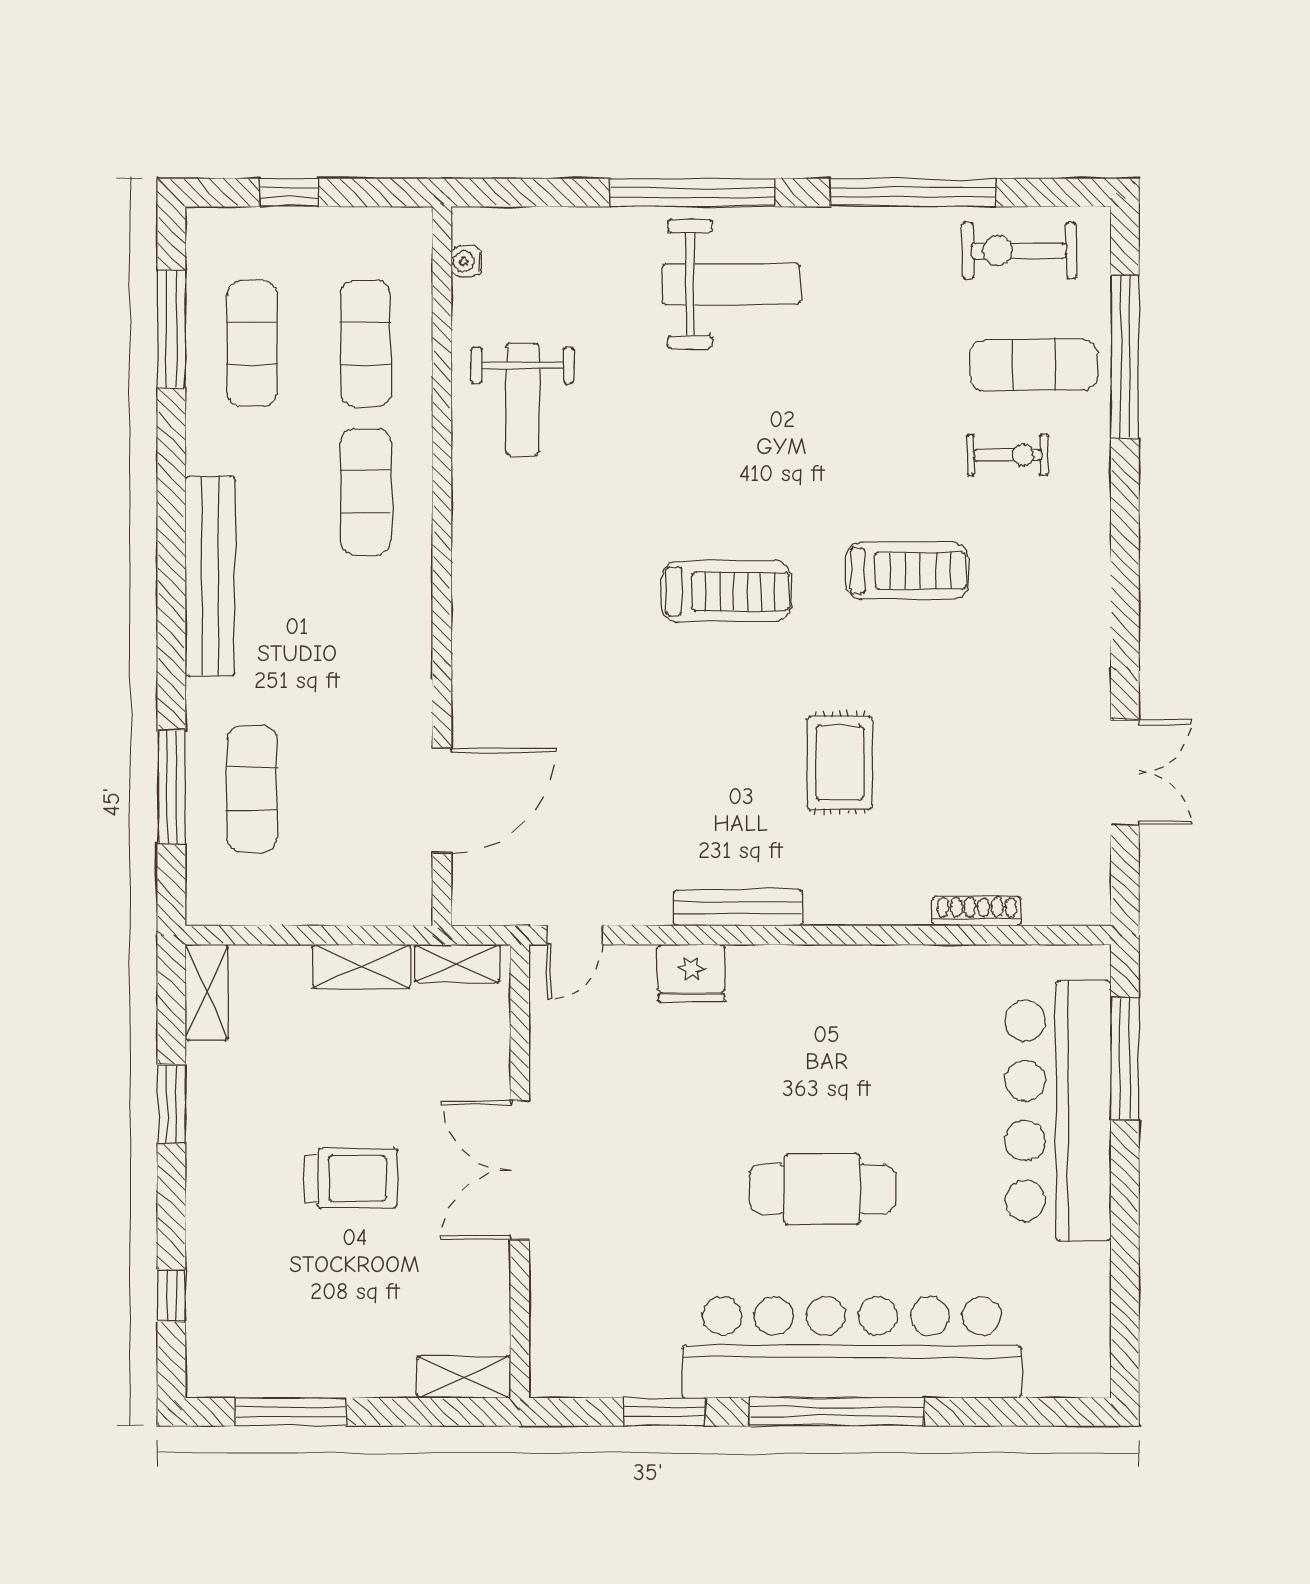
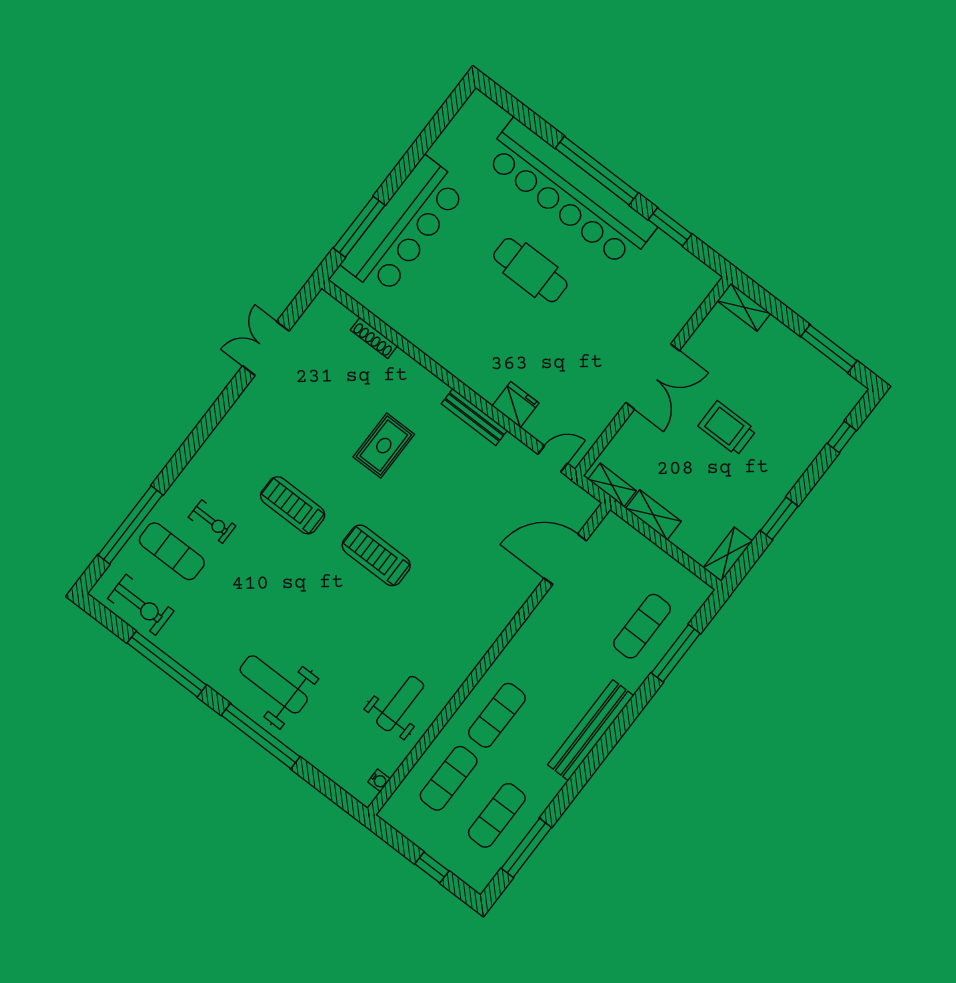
exercise bike: (1008, 455) -> (212, 522), turned 180

